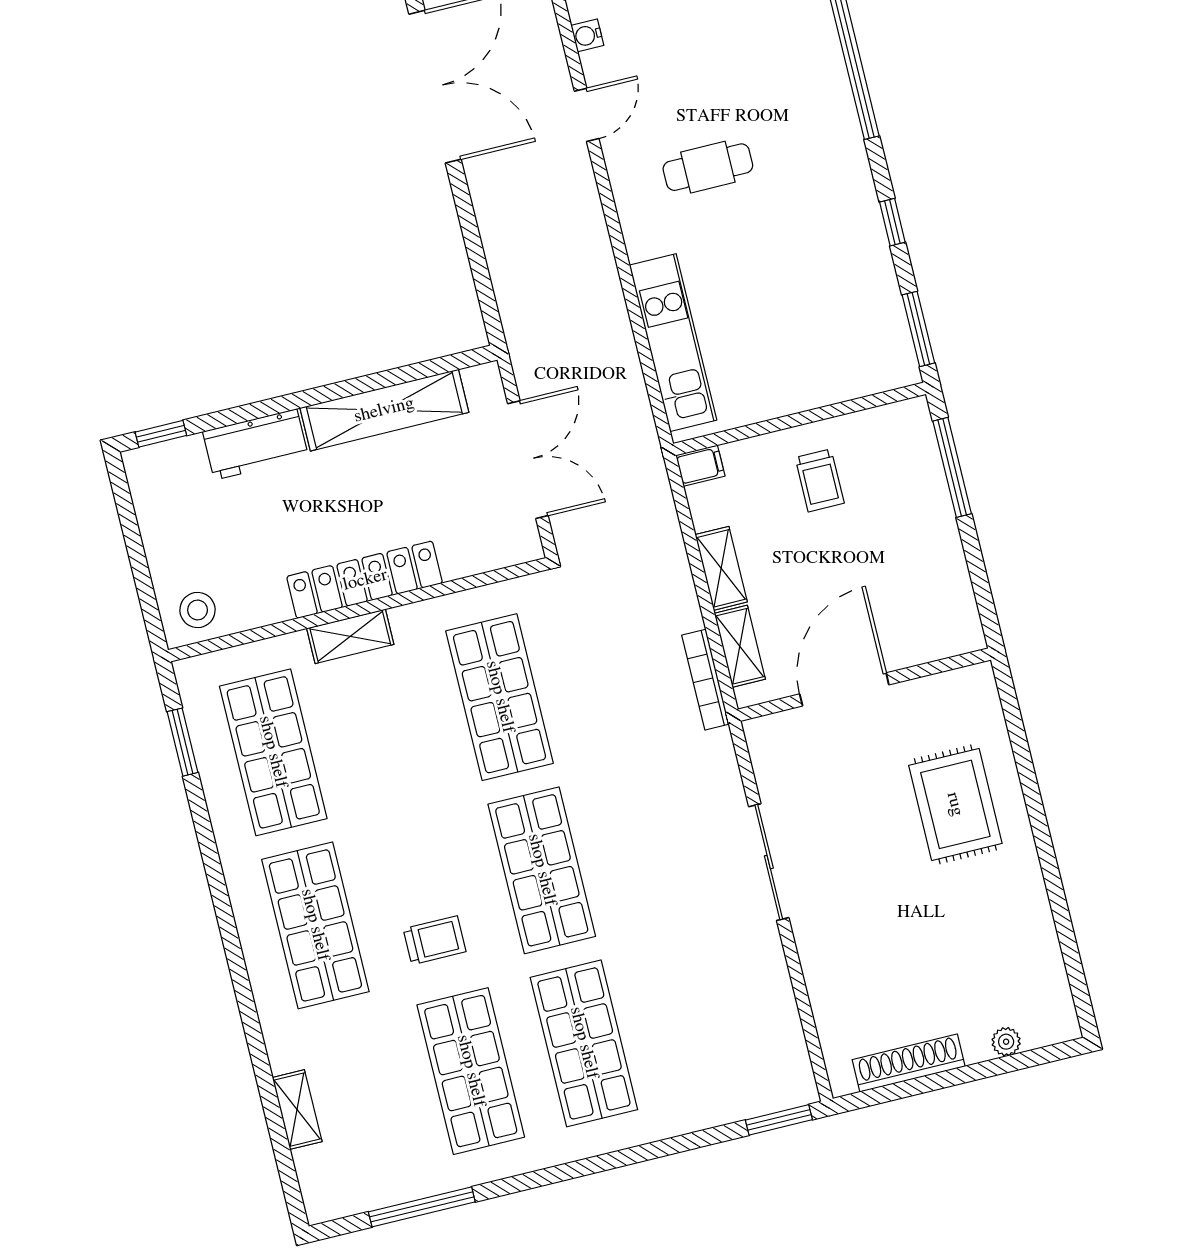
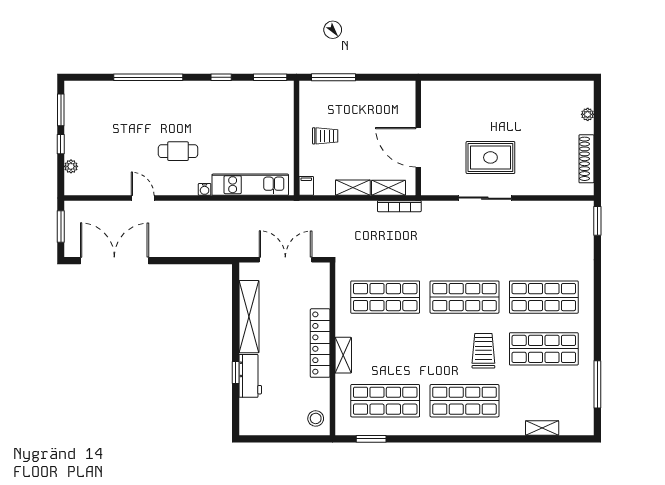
water cooler: (587, 35) -> (205, 189), moved
cafe table: (708, 167) -> (178, 151), turned 90
window: (161, 434) -> (236, 372), moved
rug: (955, 804) -> (490, 157), moved
trolley: (435, 940) -> (483, 351), width x1.36, depth x1.39

